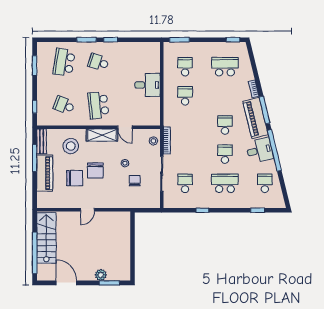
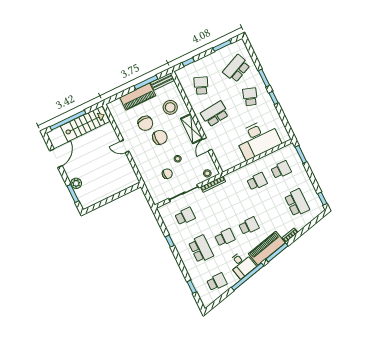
school desk: (64, 62) -> (237, 69), turned -33
desk: (148, 85) -> (258, 139), width x1.87, depth x1.30
chair: (95, 170) -> (160, 137), turned 180

